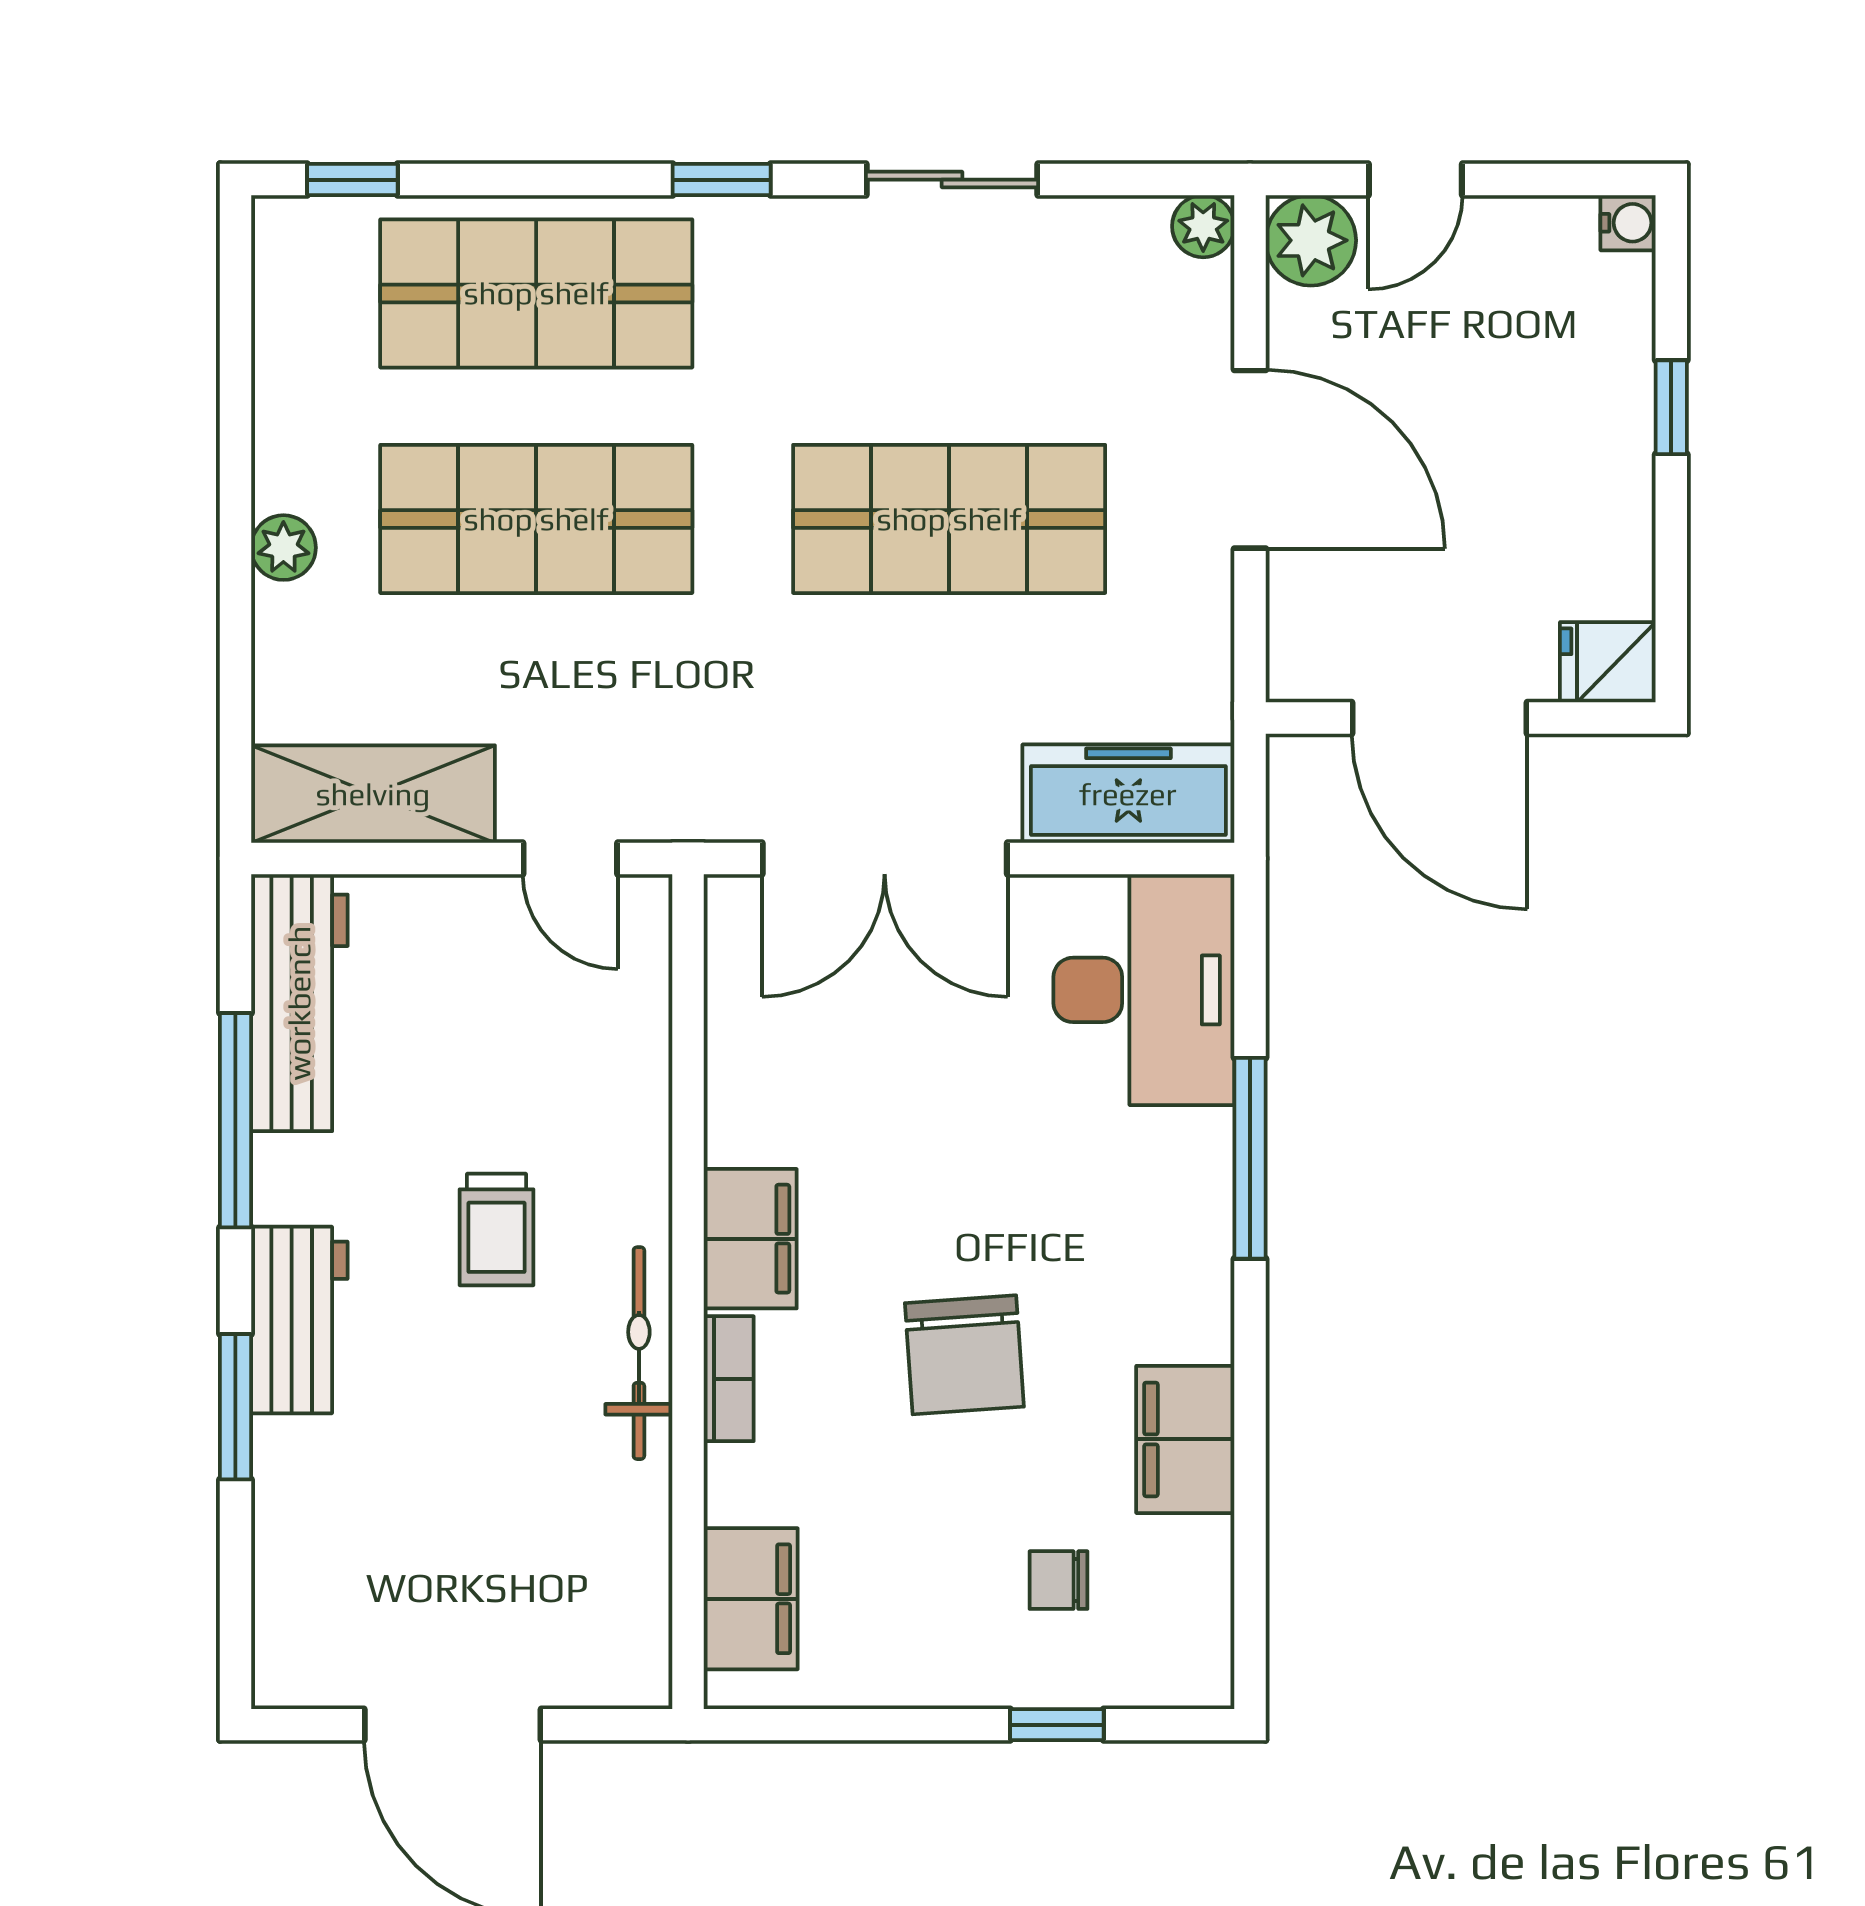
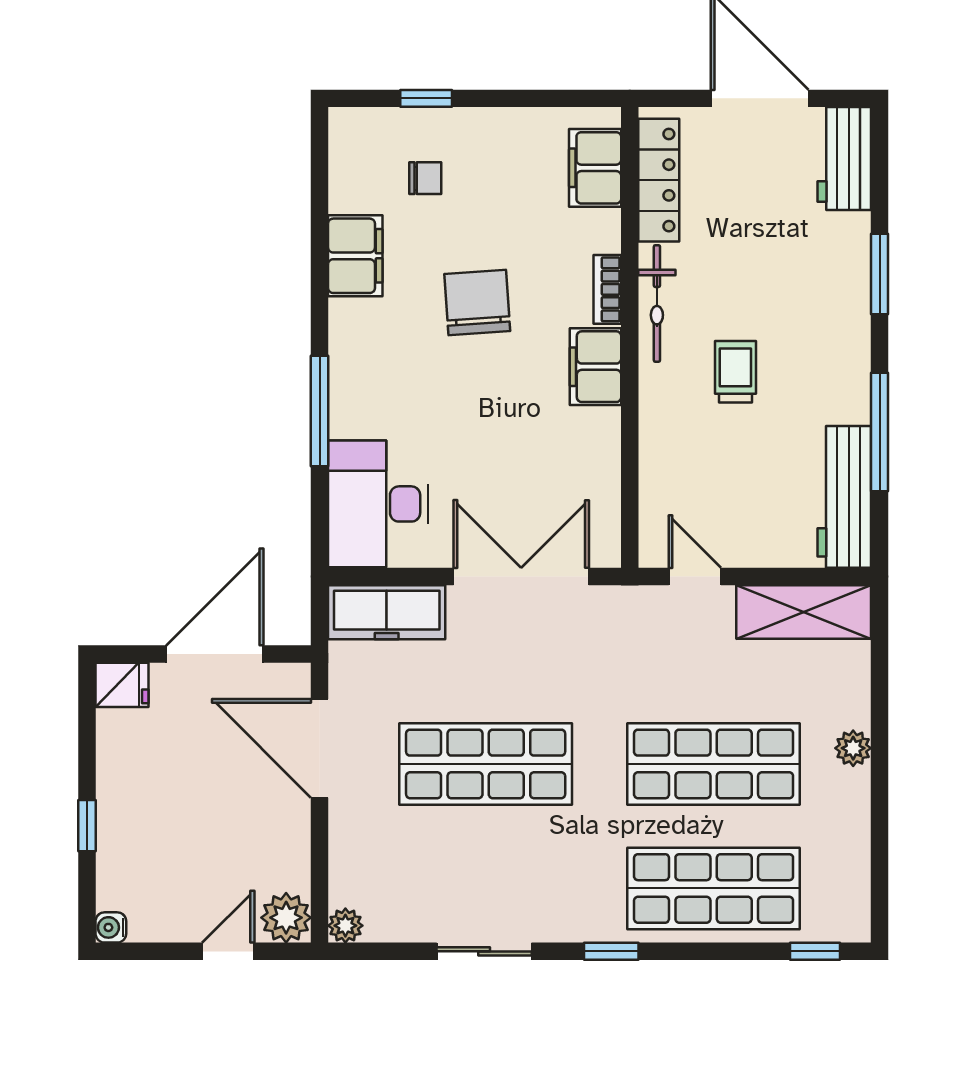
door: (1250, 459) -> (320, 748), moved
door: (1440, 718) -> (215, 654), hinge flipped
workbench: (299, 1320) -> (844, 159), moved
locker: (636, 1577) -> (659, 180), added

